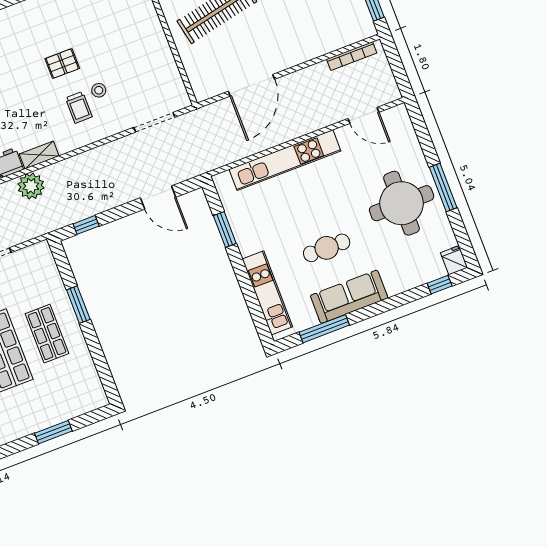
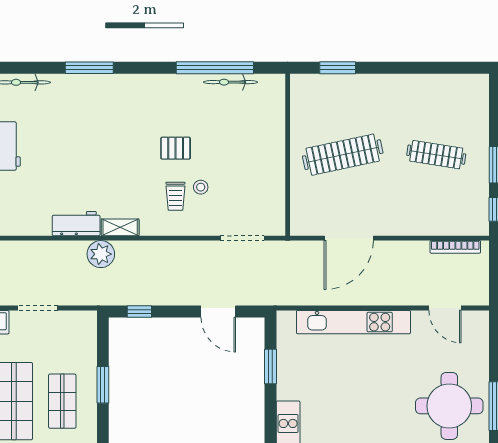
cafe table: (327, 248) -> (361, 421), removed

